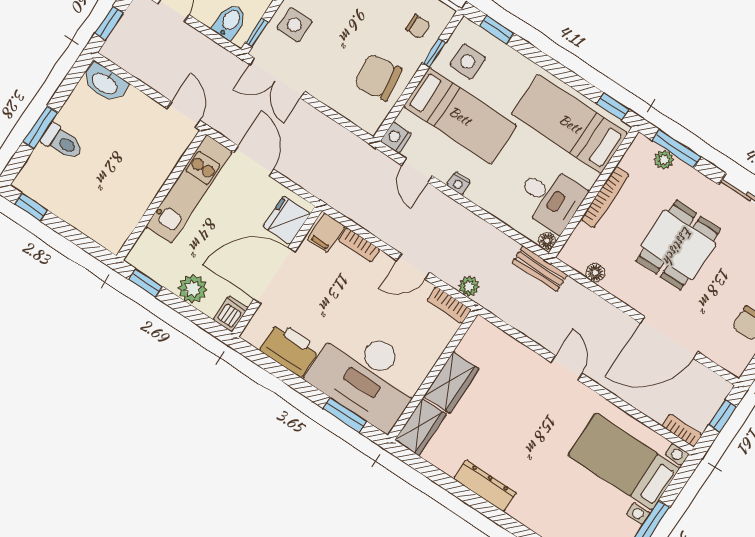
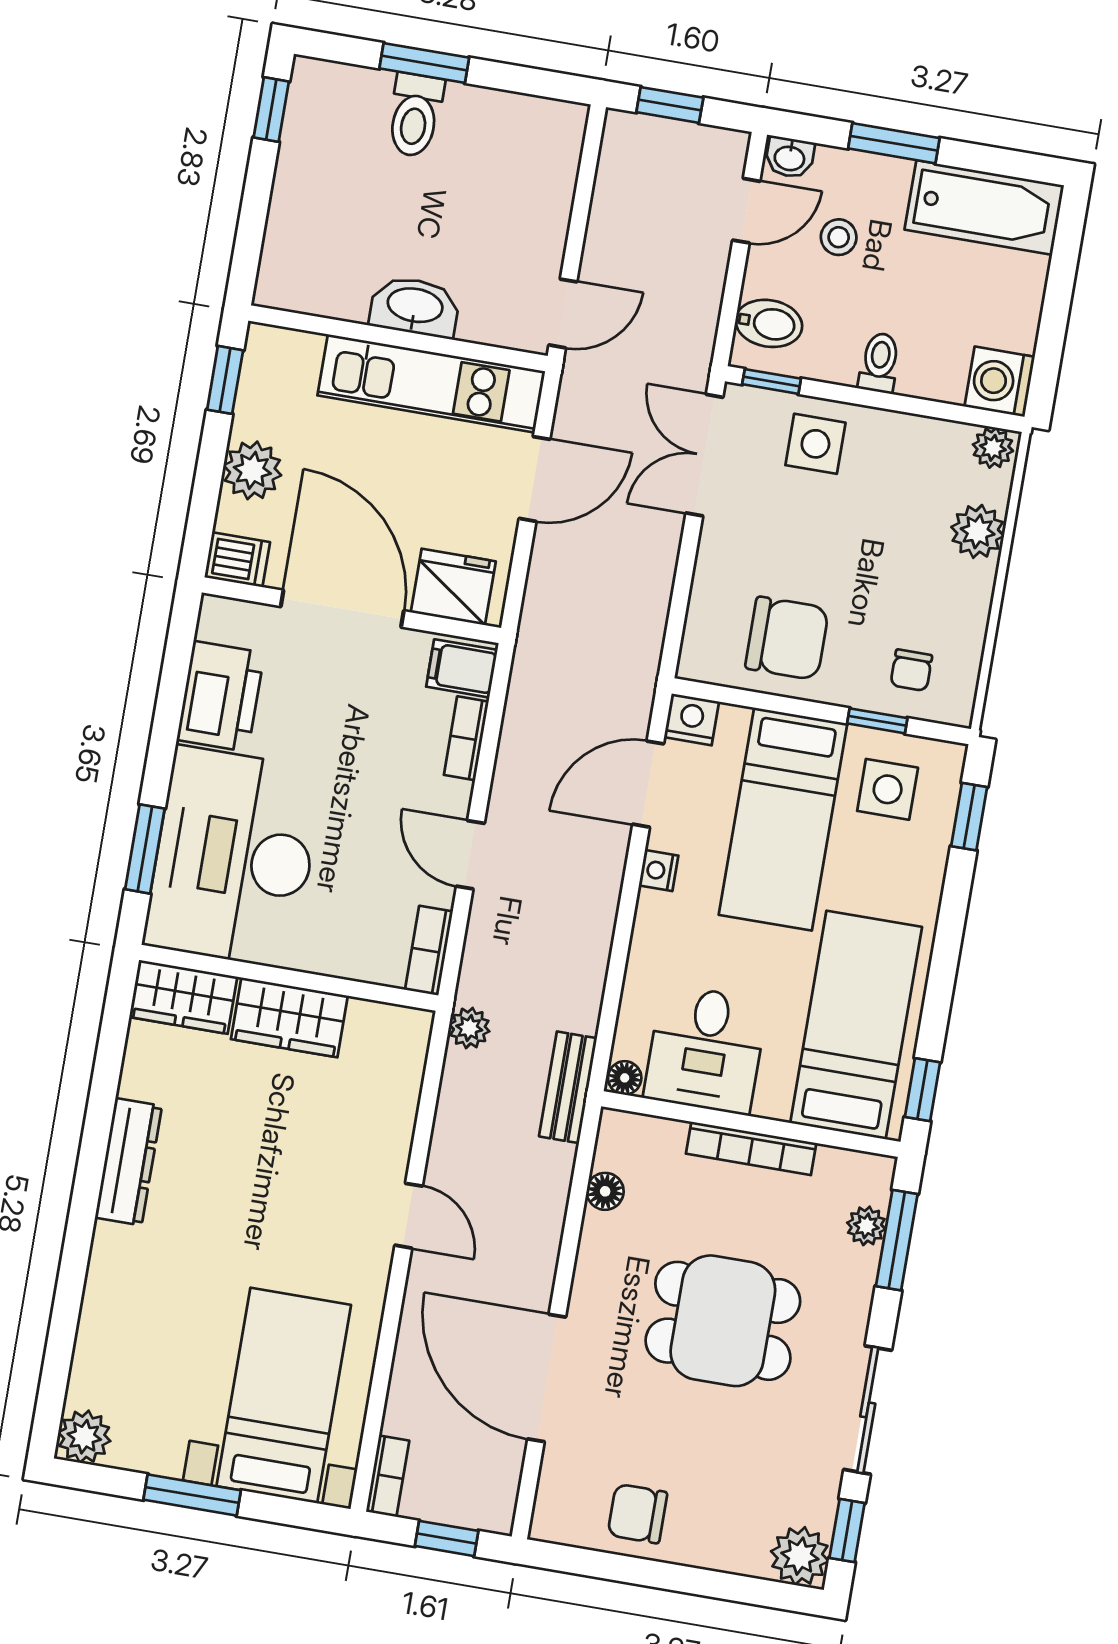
chair: (378, 77) -> (787, 638), turned 98
washbasin: (105, 83) -> (415, 307), moved, turned 90
door: (417, 170) -> (648, 784), width x1.38
plant: (469, 286) -> (469, 1028), moved
door: (567, 368) -> (409, 1216), hinge flipped

